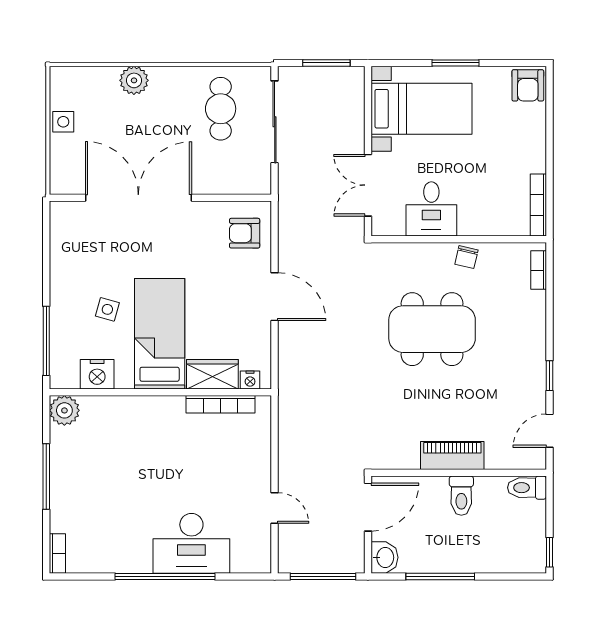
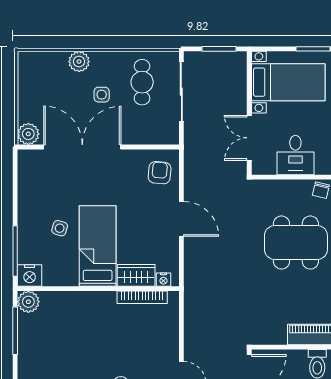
side table: (63, 122) -> (102, 95), moved
plant: (64, 180) -> (28, 134), added
armchair: (245, 233) -> (160, 173), turned 95
nightstand: (97, 374) -> (30, 275), moved
window: (46, 477) -> (15, 331), moved

